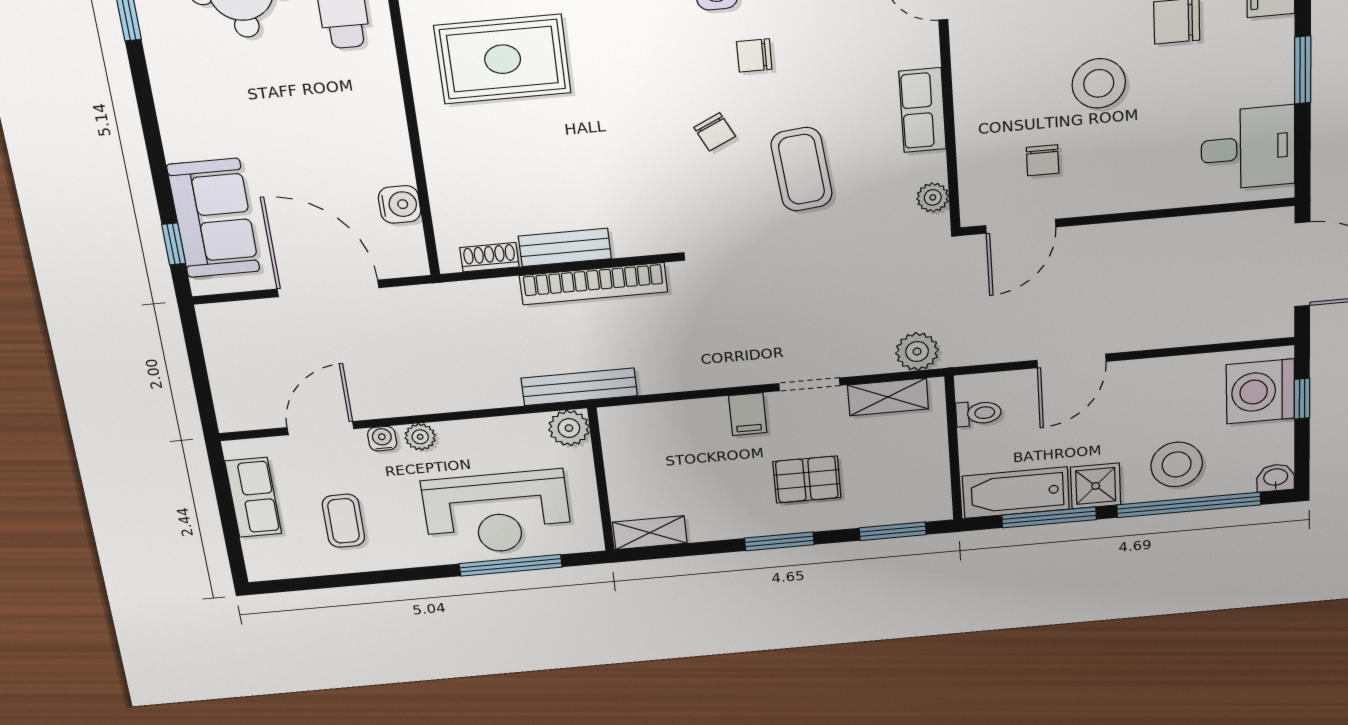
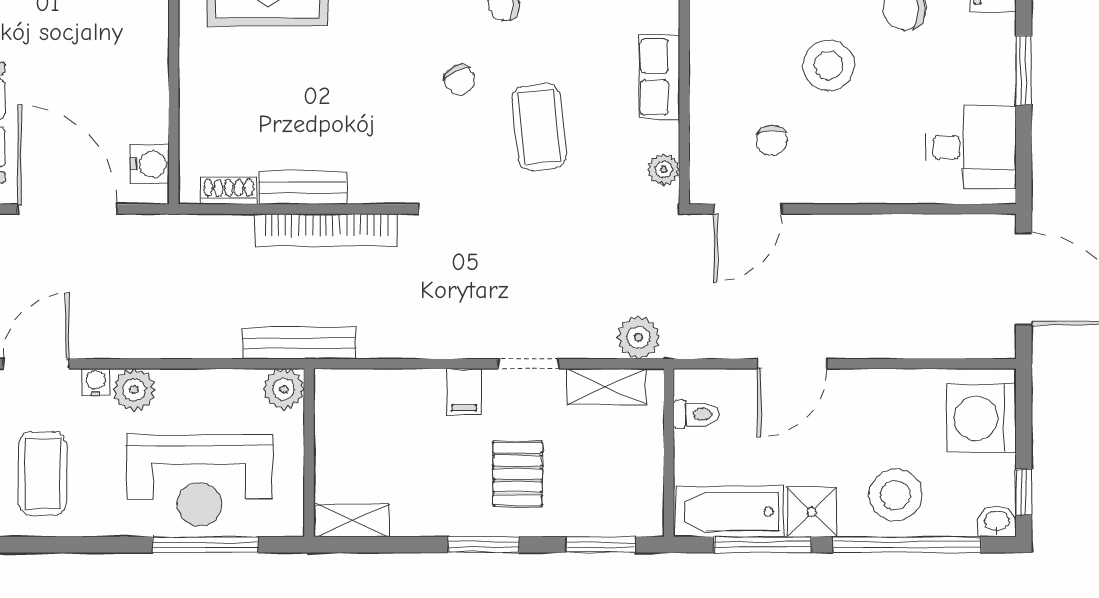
water cooler: (400, 204) -> (150, 164), moved
window: (1302, 399) -> (1024, 492), moved
plant: (420, 437) -> (134, 390), width x1.38, depth x1.38
pallet: (807, 479) -> (518, 474), turned 90
coffee table: (343, 521) -> (43, 474), width x1.36, depth x1.30

